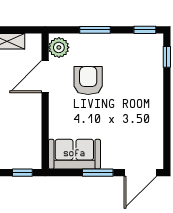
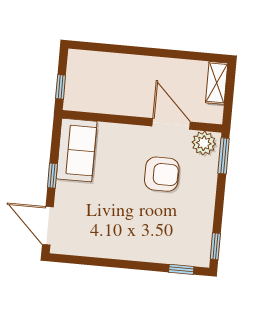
window: (95, 30) -> (224, 156), moved
window: (98, 173) -> (52, 176), width x0.67

